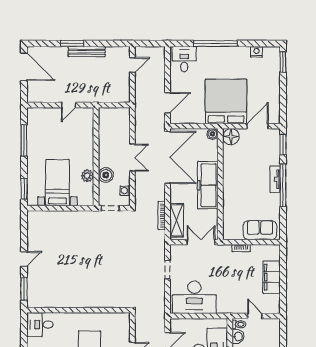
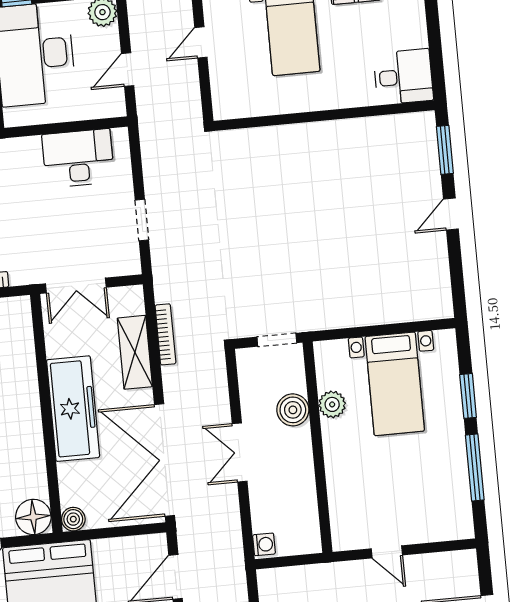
door: (68, 105) -> (387, 552), swing flipped
window: (24, 189) -> (468, 396), moved
washing machine: (125, 191) -> (264, 544), moved
shelving: (177, 220) -> (135, 352), moved
desk: (194, 297) -> (78, 158), width x0.73, depth x0.77

